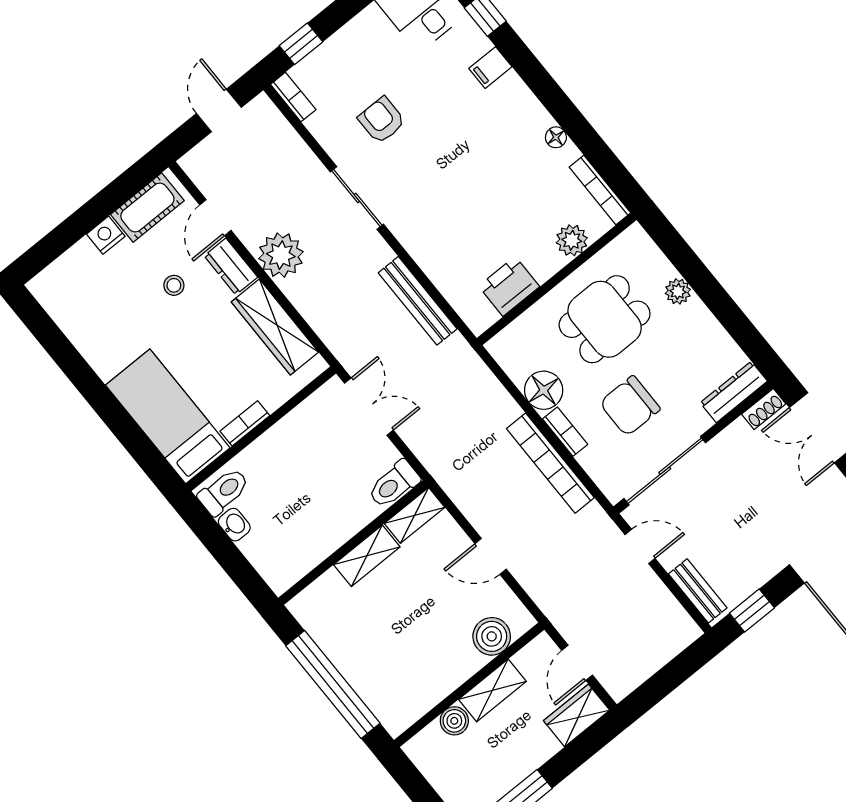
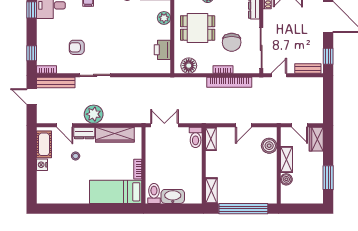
bench: (418, 301) -> (56, 83), moved
dining table: (605, 319) -> (198, 28), turned 90
floor lamp: (544, 390) -> (189, 66), moved
washbasin: (234, 525) -> (173, 196), width x1.91, depth x1.45
shelving: (367, 556) -> (211, 191), moved

